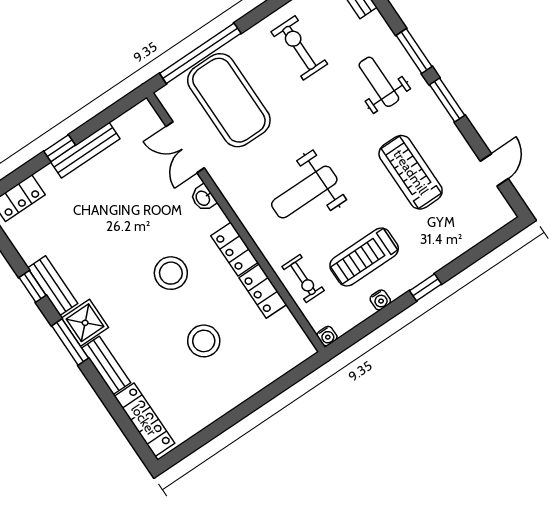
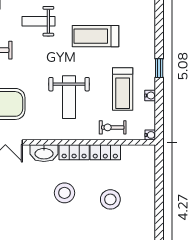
washbasin: (203, 198) -> (44, 153), width x1.91, depth x1.45
exercise bike: (303, 279) -> (113, 127), turned 180

